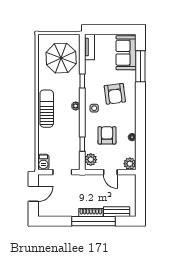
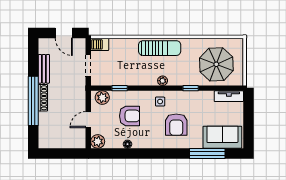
armchair: (115, 94) -> (176, 125), turned -83
bench: (117, 212) -> (44, 69), moved

